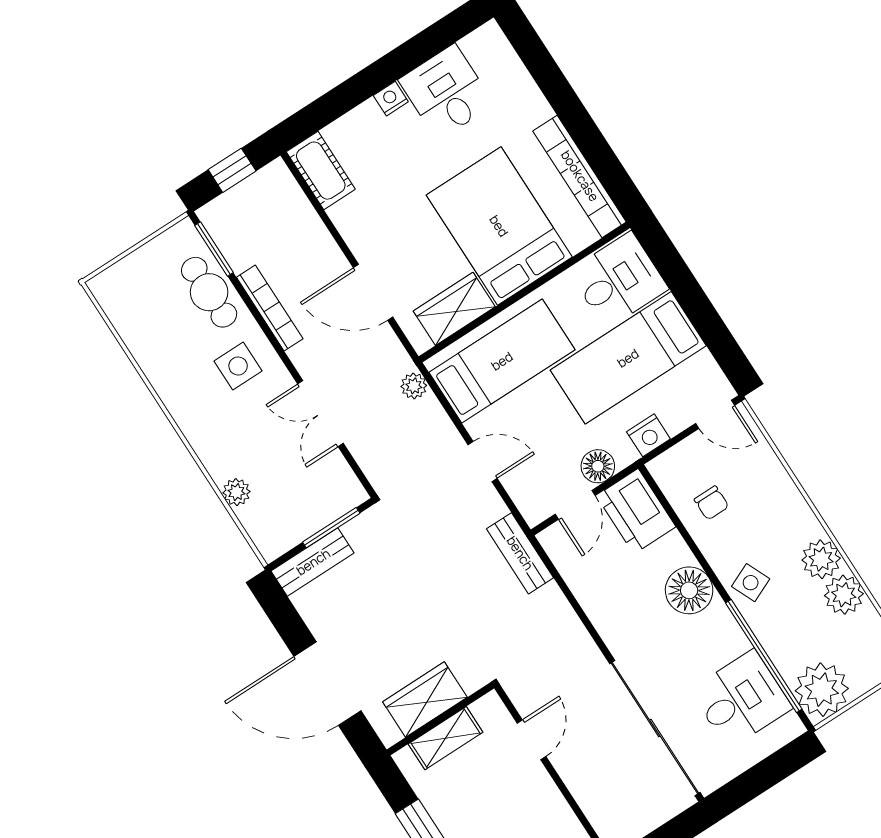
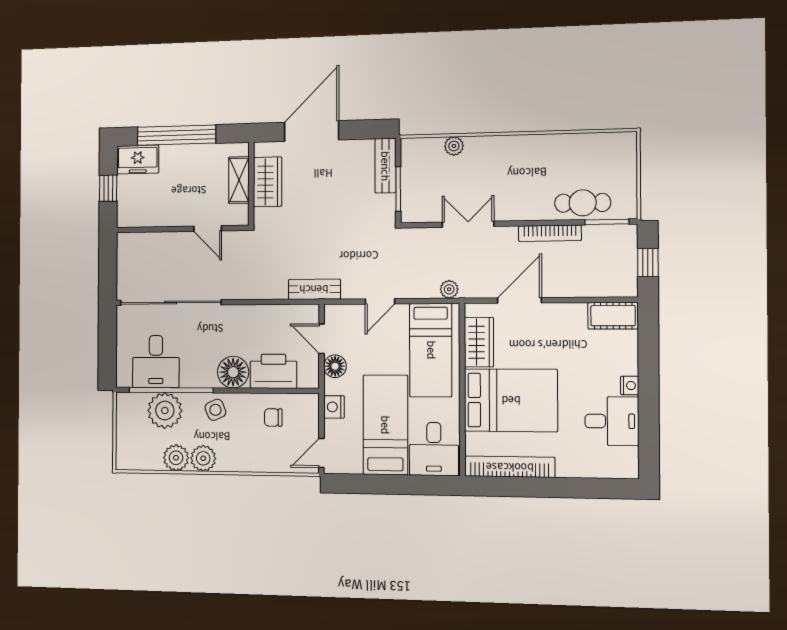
side table: (238, 366) -> (527, 193), removed
printer: (636, 511) -> (273, 371), moved
plant: (822, 690) -> (165, 410), moved

